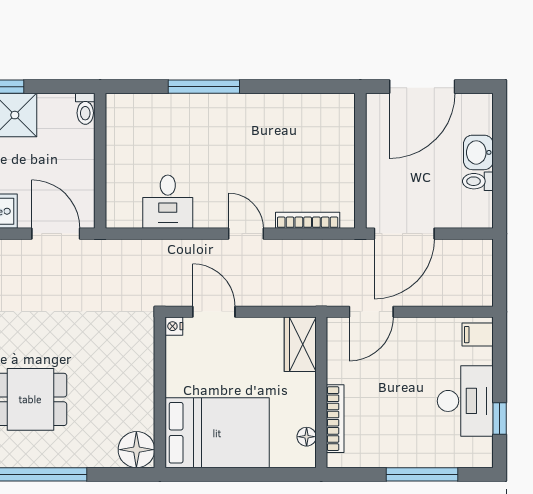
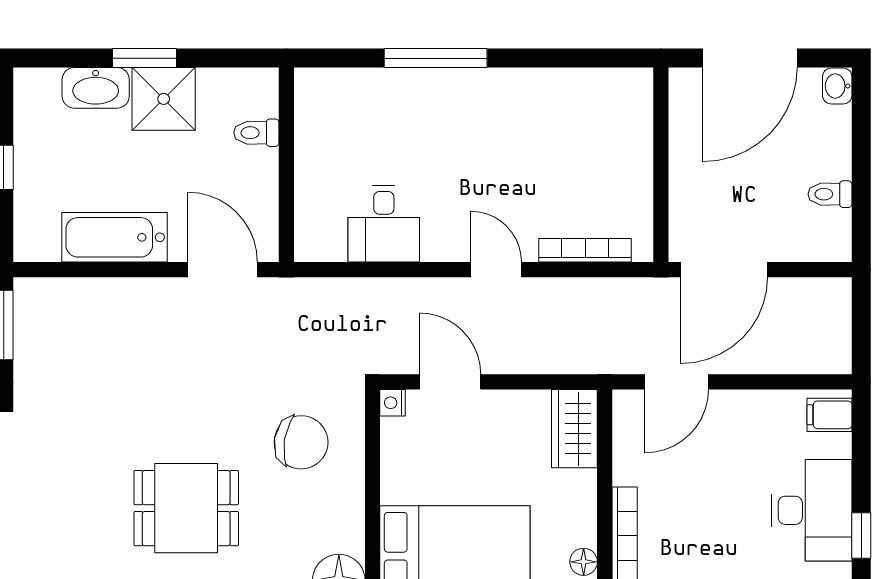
toilet: (85, 109) -> (256, 133), moved, turned 90
washbasin: (478, 152) -> (837, 86), moved, width x0.72, depth x0.69
chair: (110, 354) -> (301, 442), added

